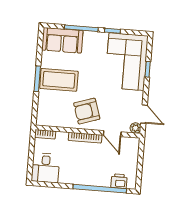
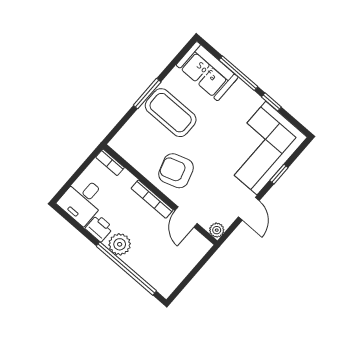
door: (144, 114) -> (249, 209), moved
plant: (85, 178) -> (120, 244), added
printer: (119, 181) -> (99, 228), moved

